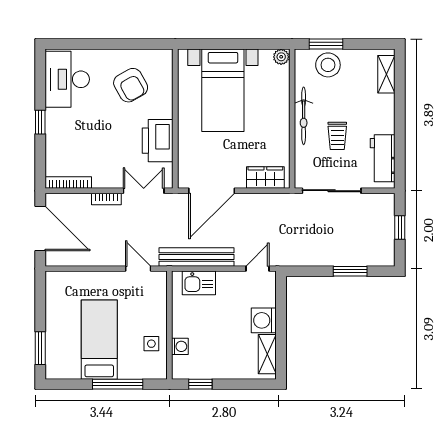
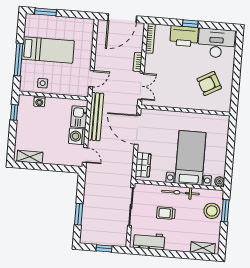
bed with nightstands: (223, 90) -> (190, 158), moved, turned 90
printer: (158, 141) -> (184, 36), moved, turned 180
washing machine: (264, 320) -> (77, 136), moved, turned -90

